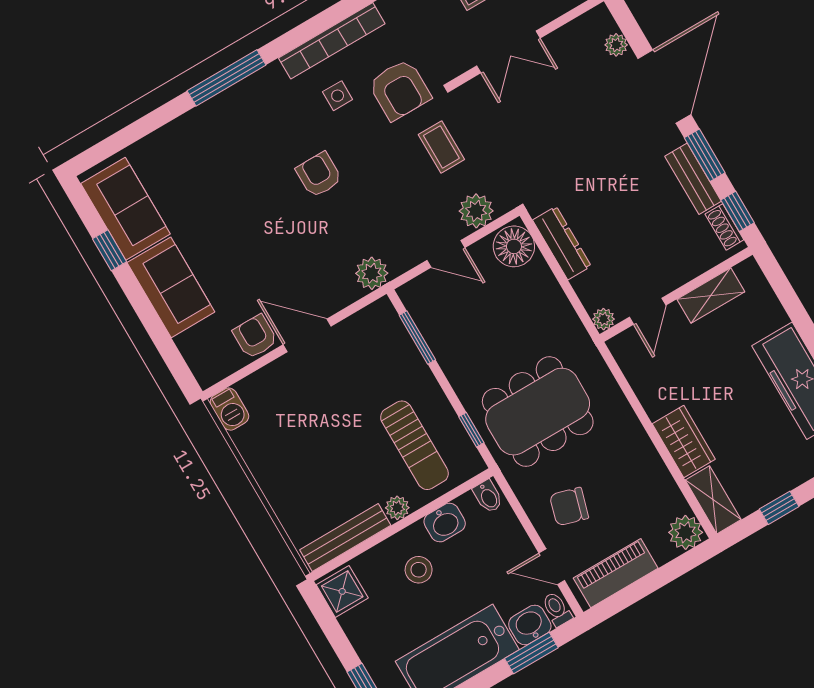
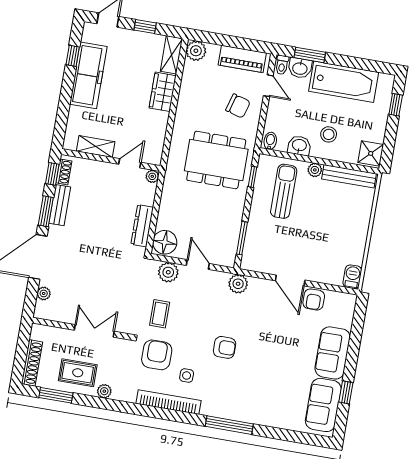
armchair: (319, 175) -> (225, 347), turned -90

